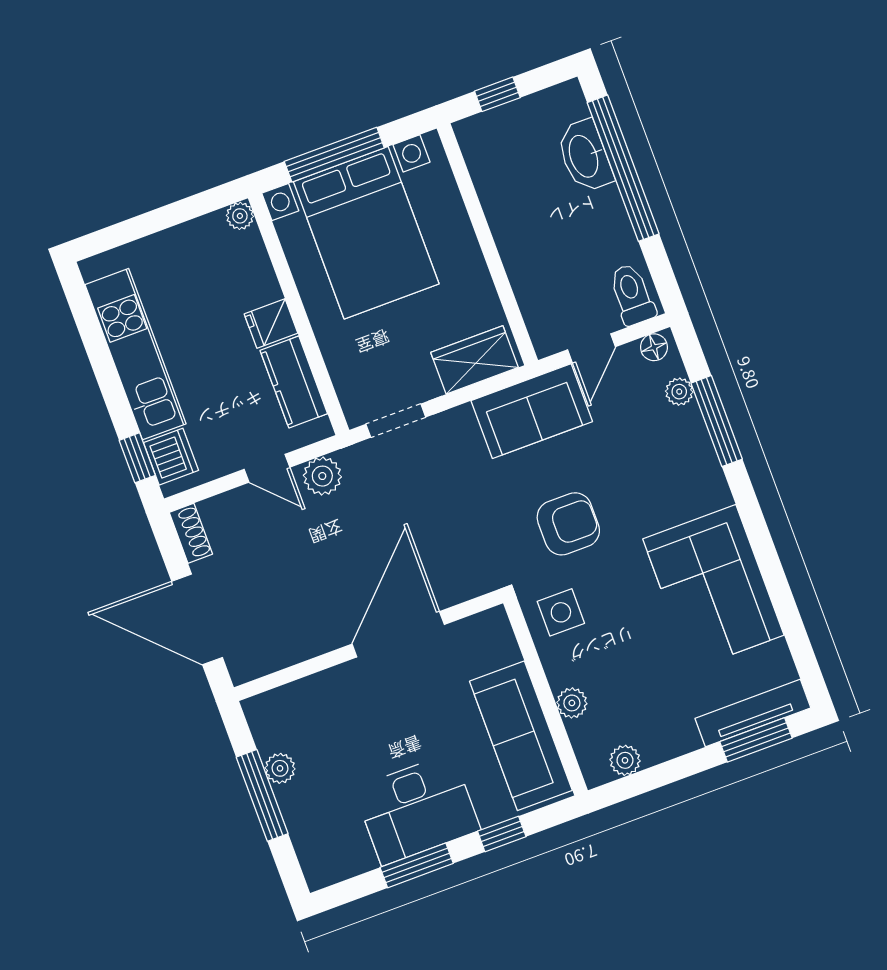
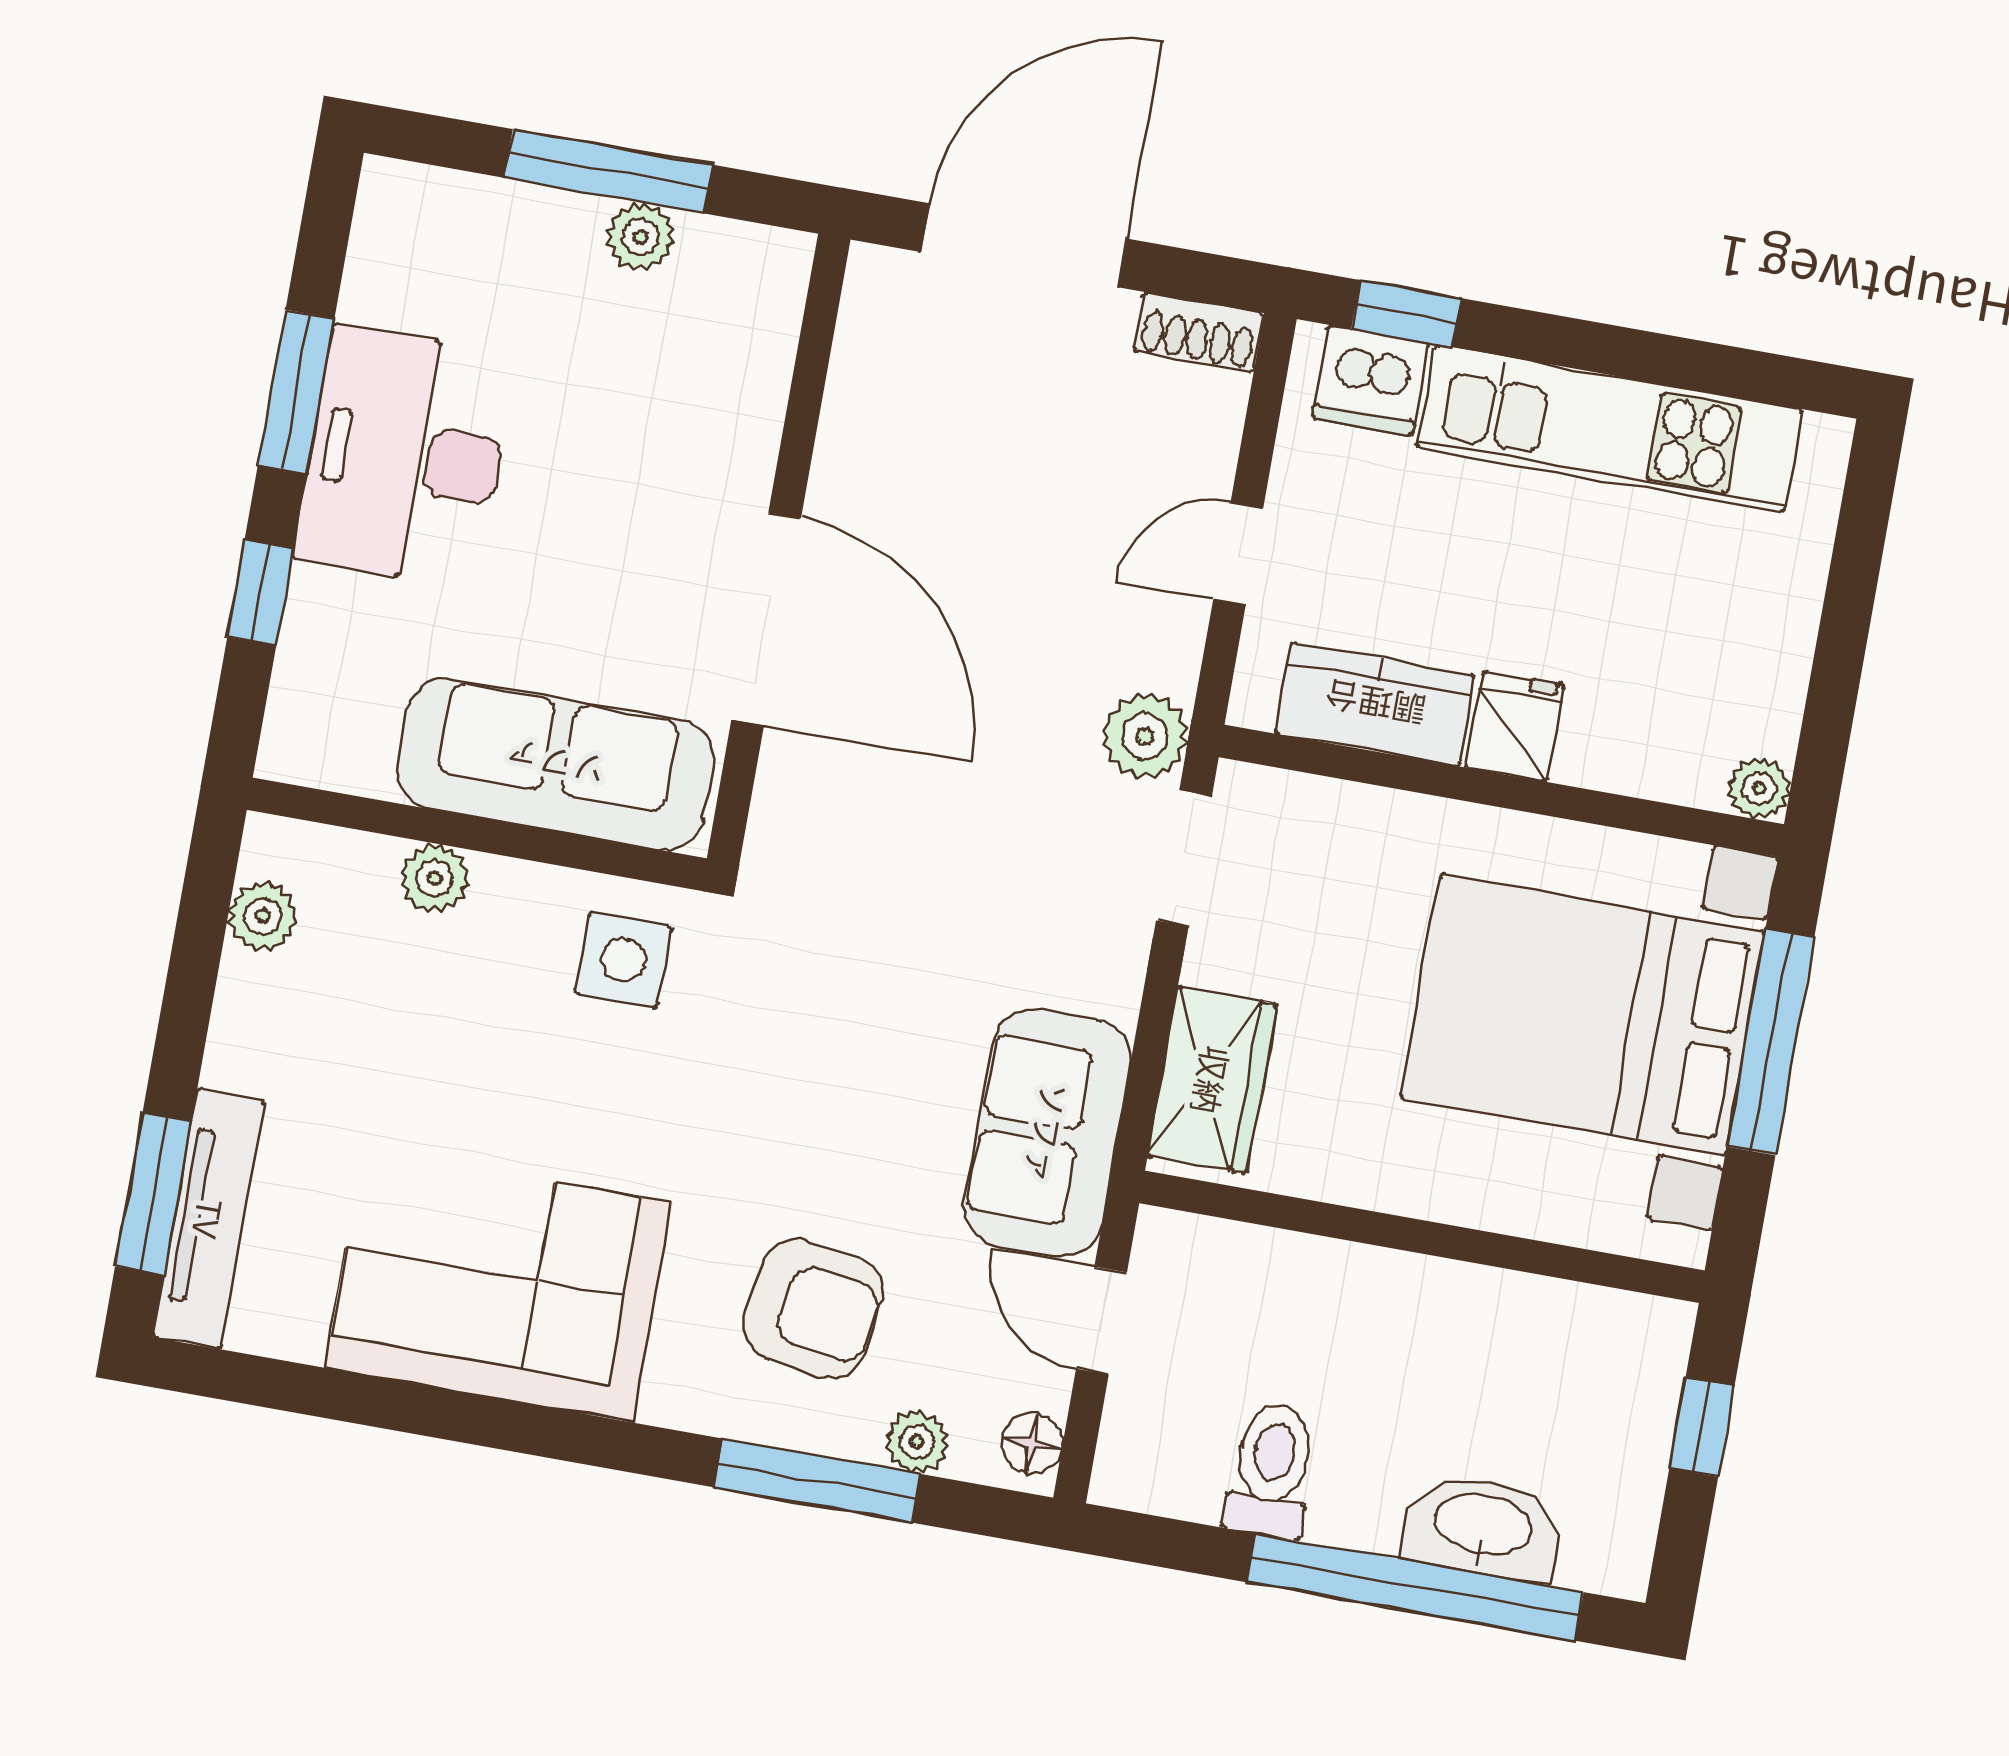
toilet: (632, 294) -> (1271, 1470), moved, turned -90
plant: (322, 476) -> (1145, 736), moved
armchair: (568, 524) -> (814, 1309), moved, turned -81
sofa: (521, 736) -> (555, 764), moved

